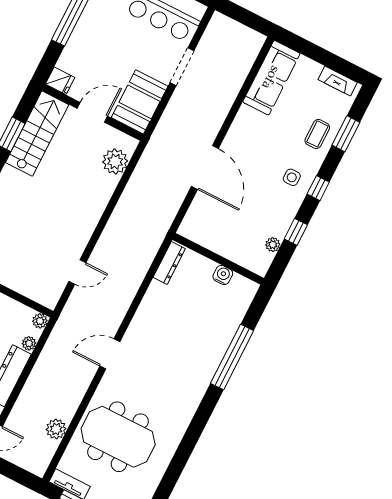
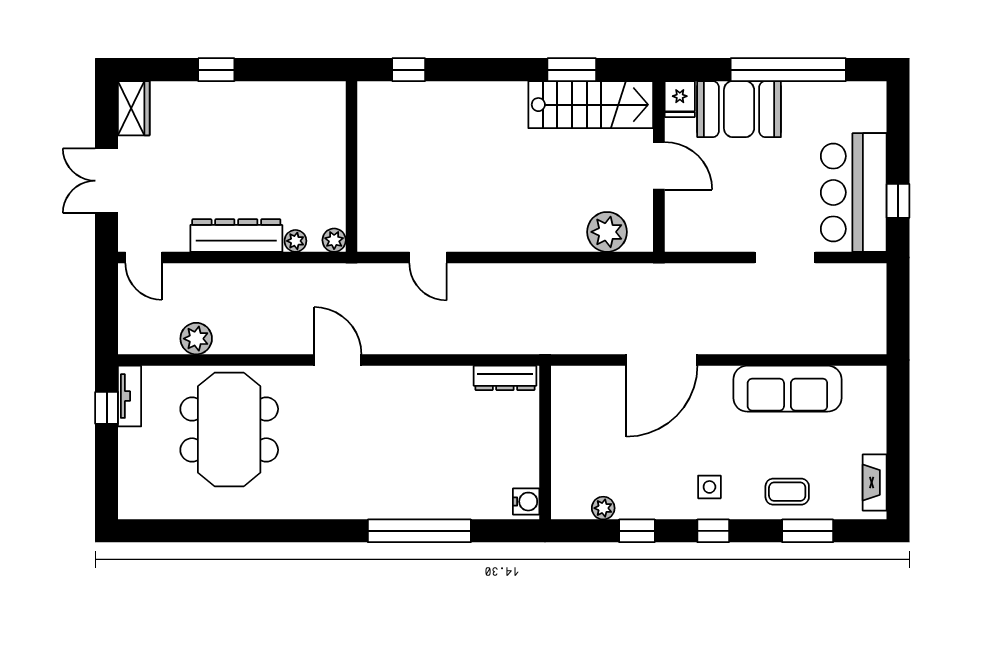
sofa: (271, 78) -> (787, 389), moved
booth: (140, 102) -> (739, 109), moved
water cooler: (223, 275) -> (526, 502), moved

